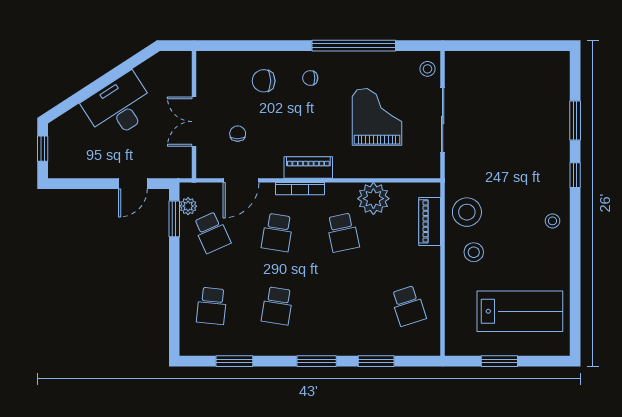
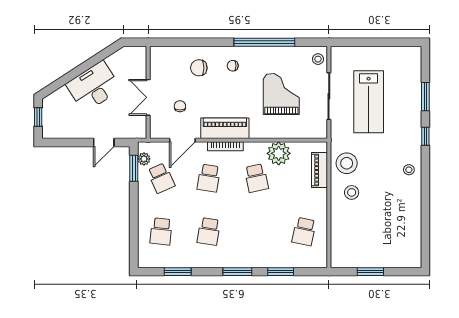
piano: (308, 168) -> (225, 128), width x1.37, depth x1.33
school desk: (408, 306) -> (304, 231), turned 30
lab bench: (520, 311) -> (369, 102), moved, turned 90

